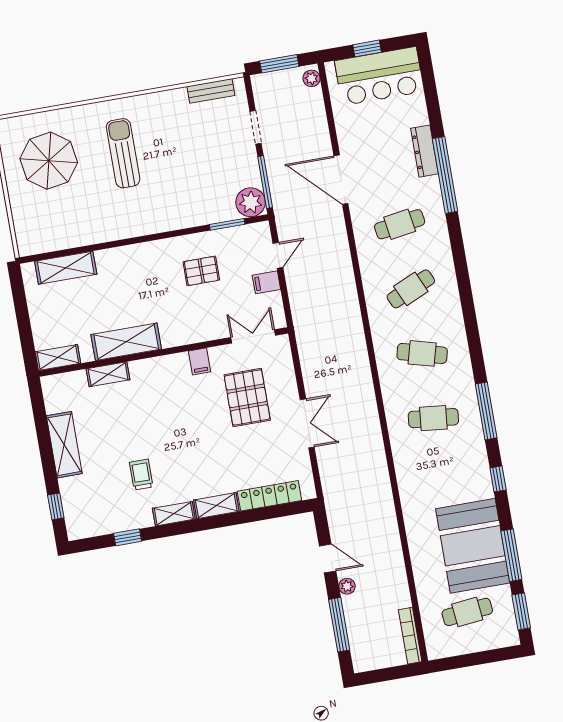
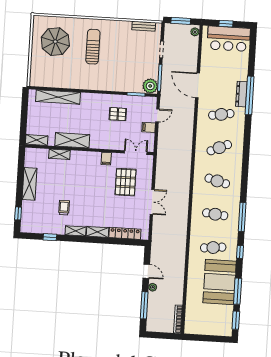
dresser: (425, 151) -> (241, 94), moved
shelving: (66, 268) -> (58, 97), width x1.47
cafe table: (467, 612) -> (213, 248), moved

